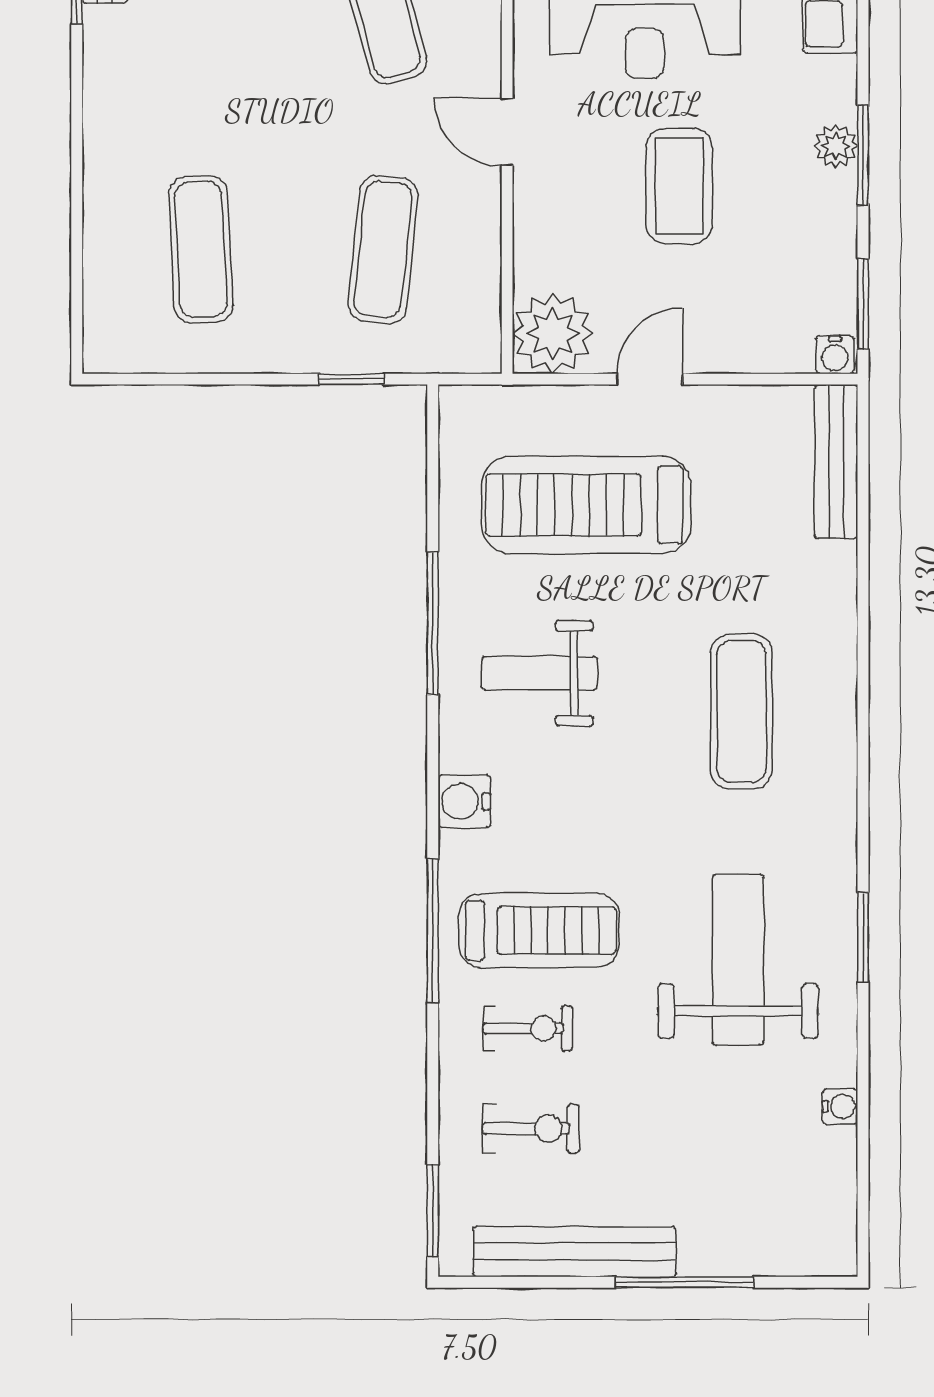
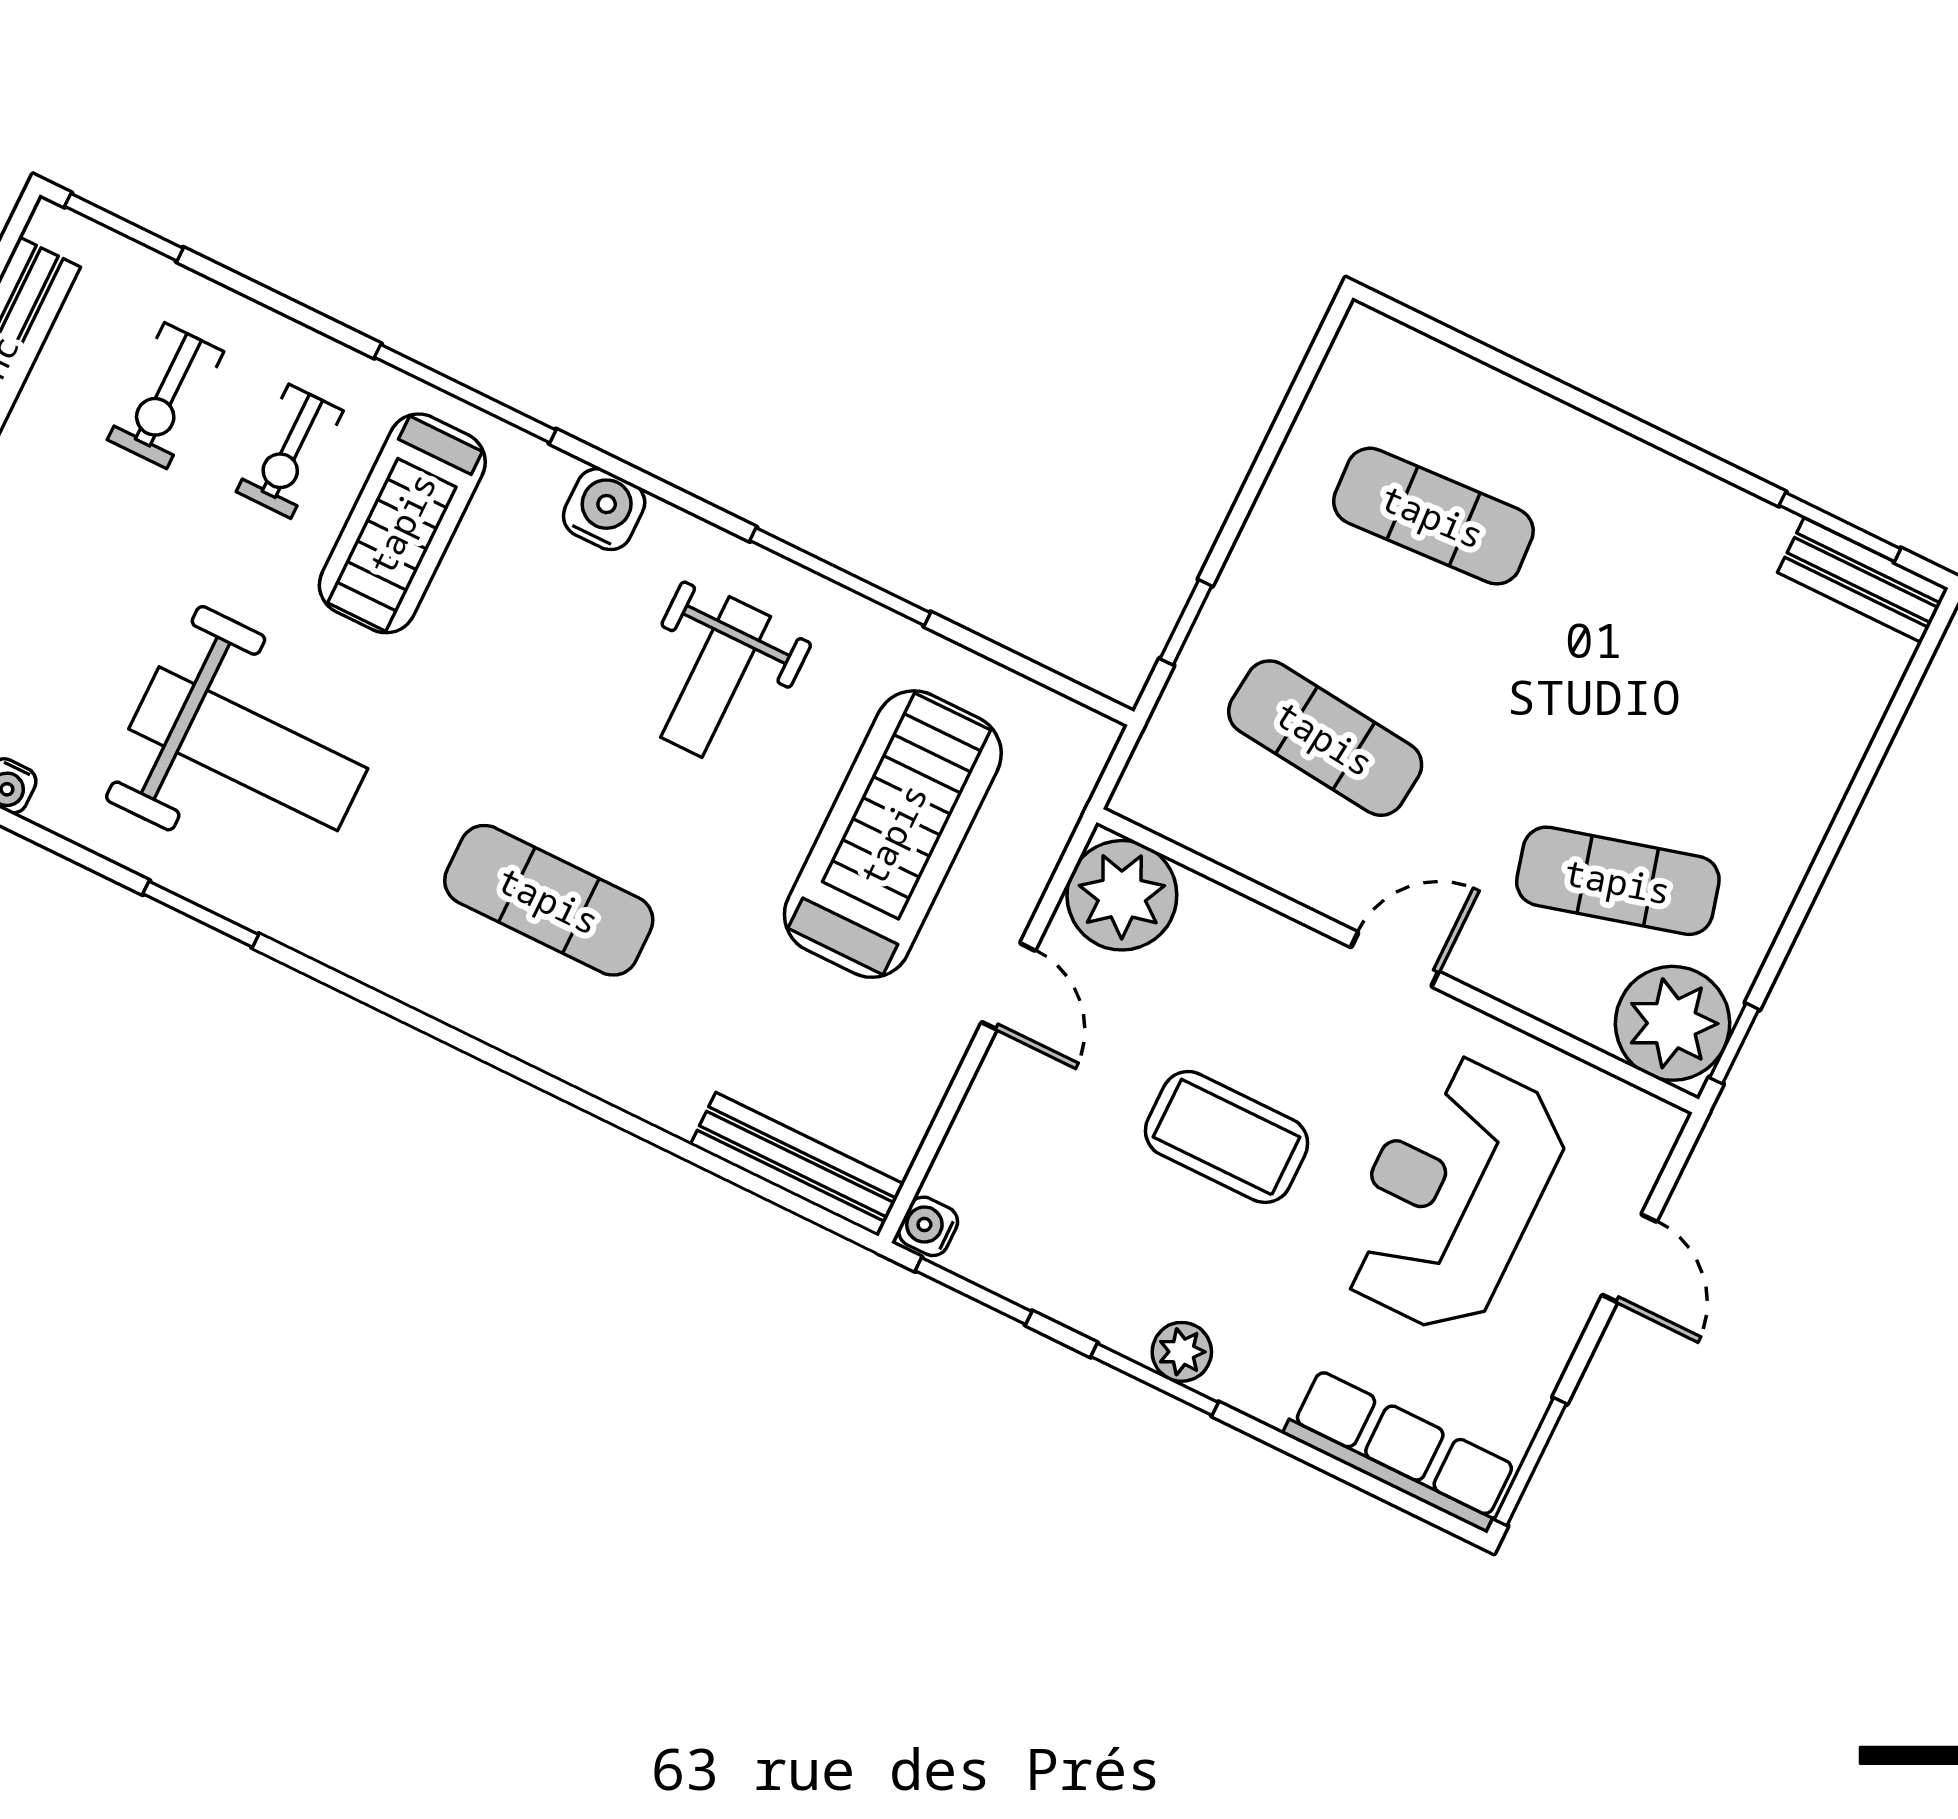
weight bench: (539, 673) -> (716, 677), turned 180

